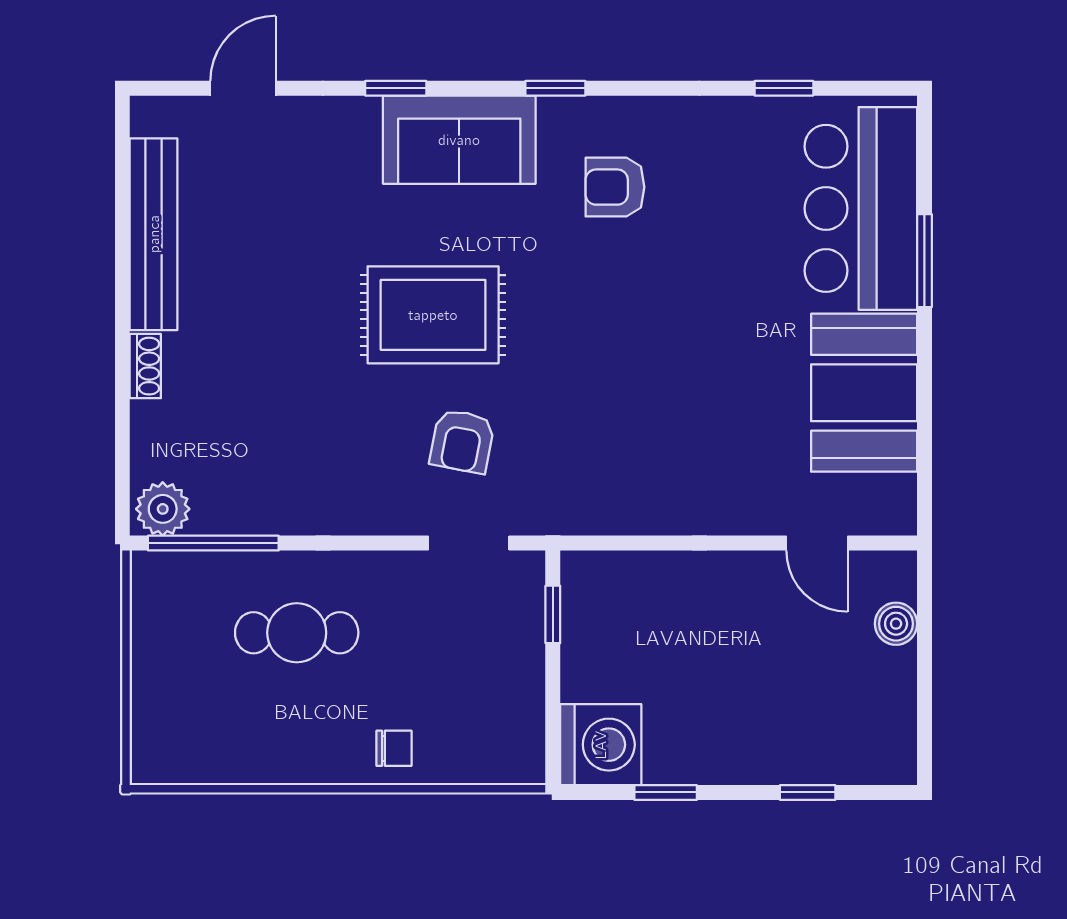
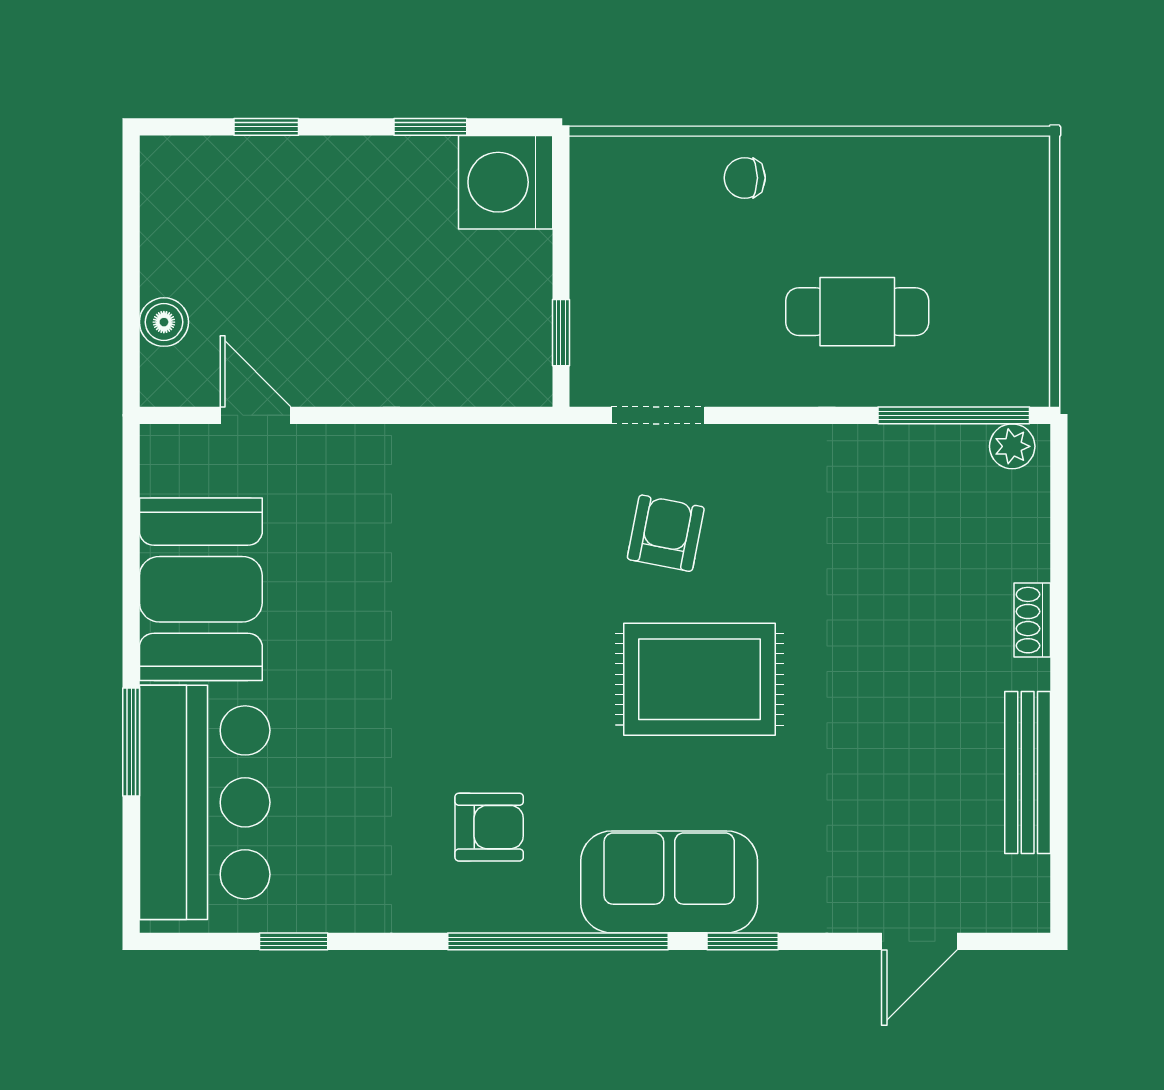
window: (555, 88) -> (558, 941), width x3.17
bench: (154, 234) -> (1028, 773), width x0.73, depth x0.82
plant: (163, 509) -> (1012, 446), width x0.73, depth x0.73

